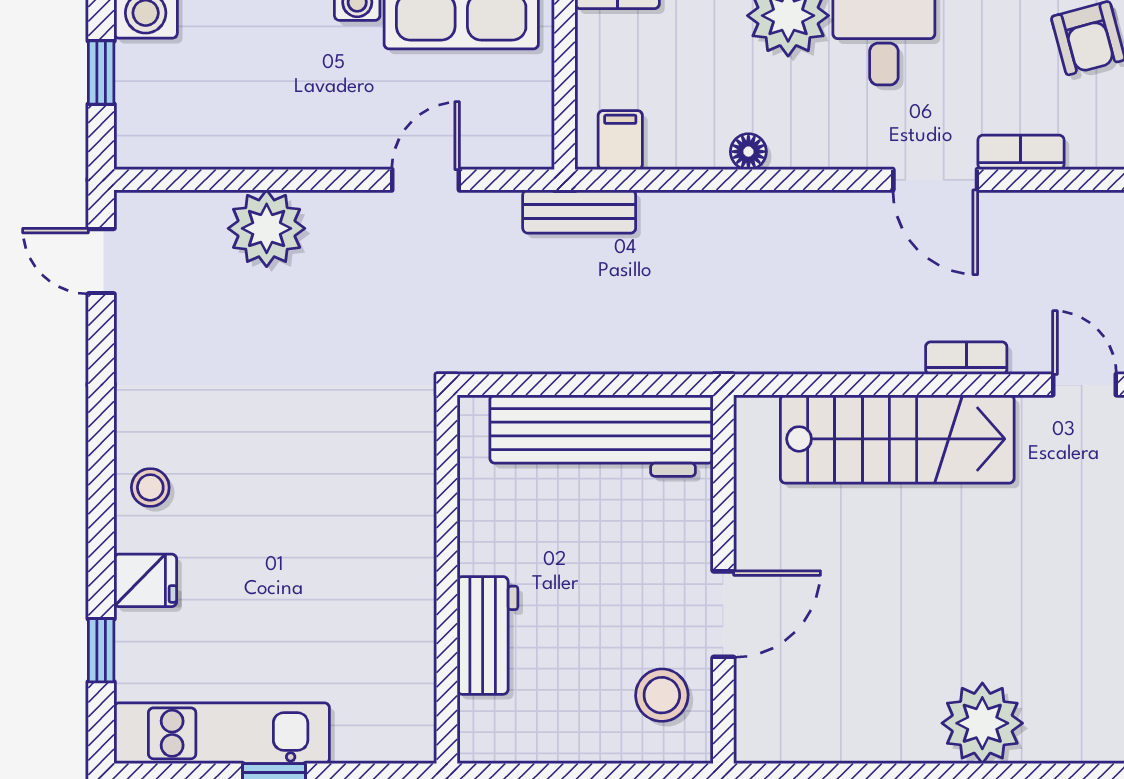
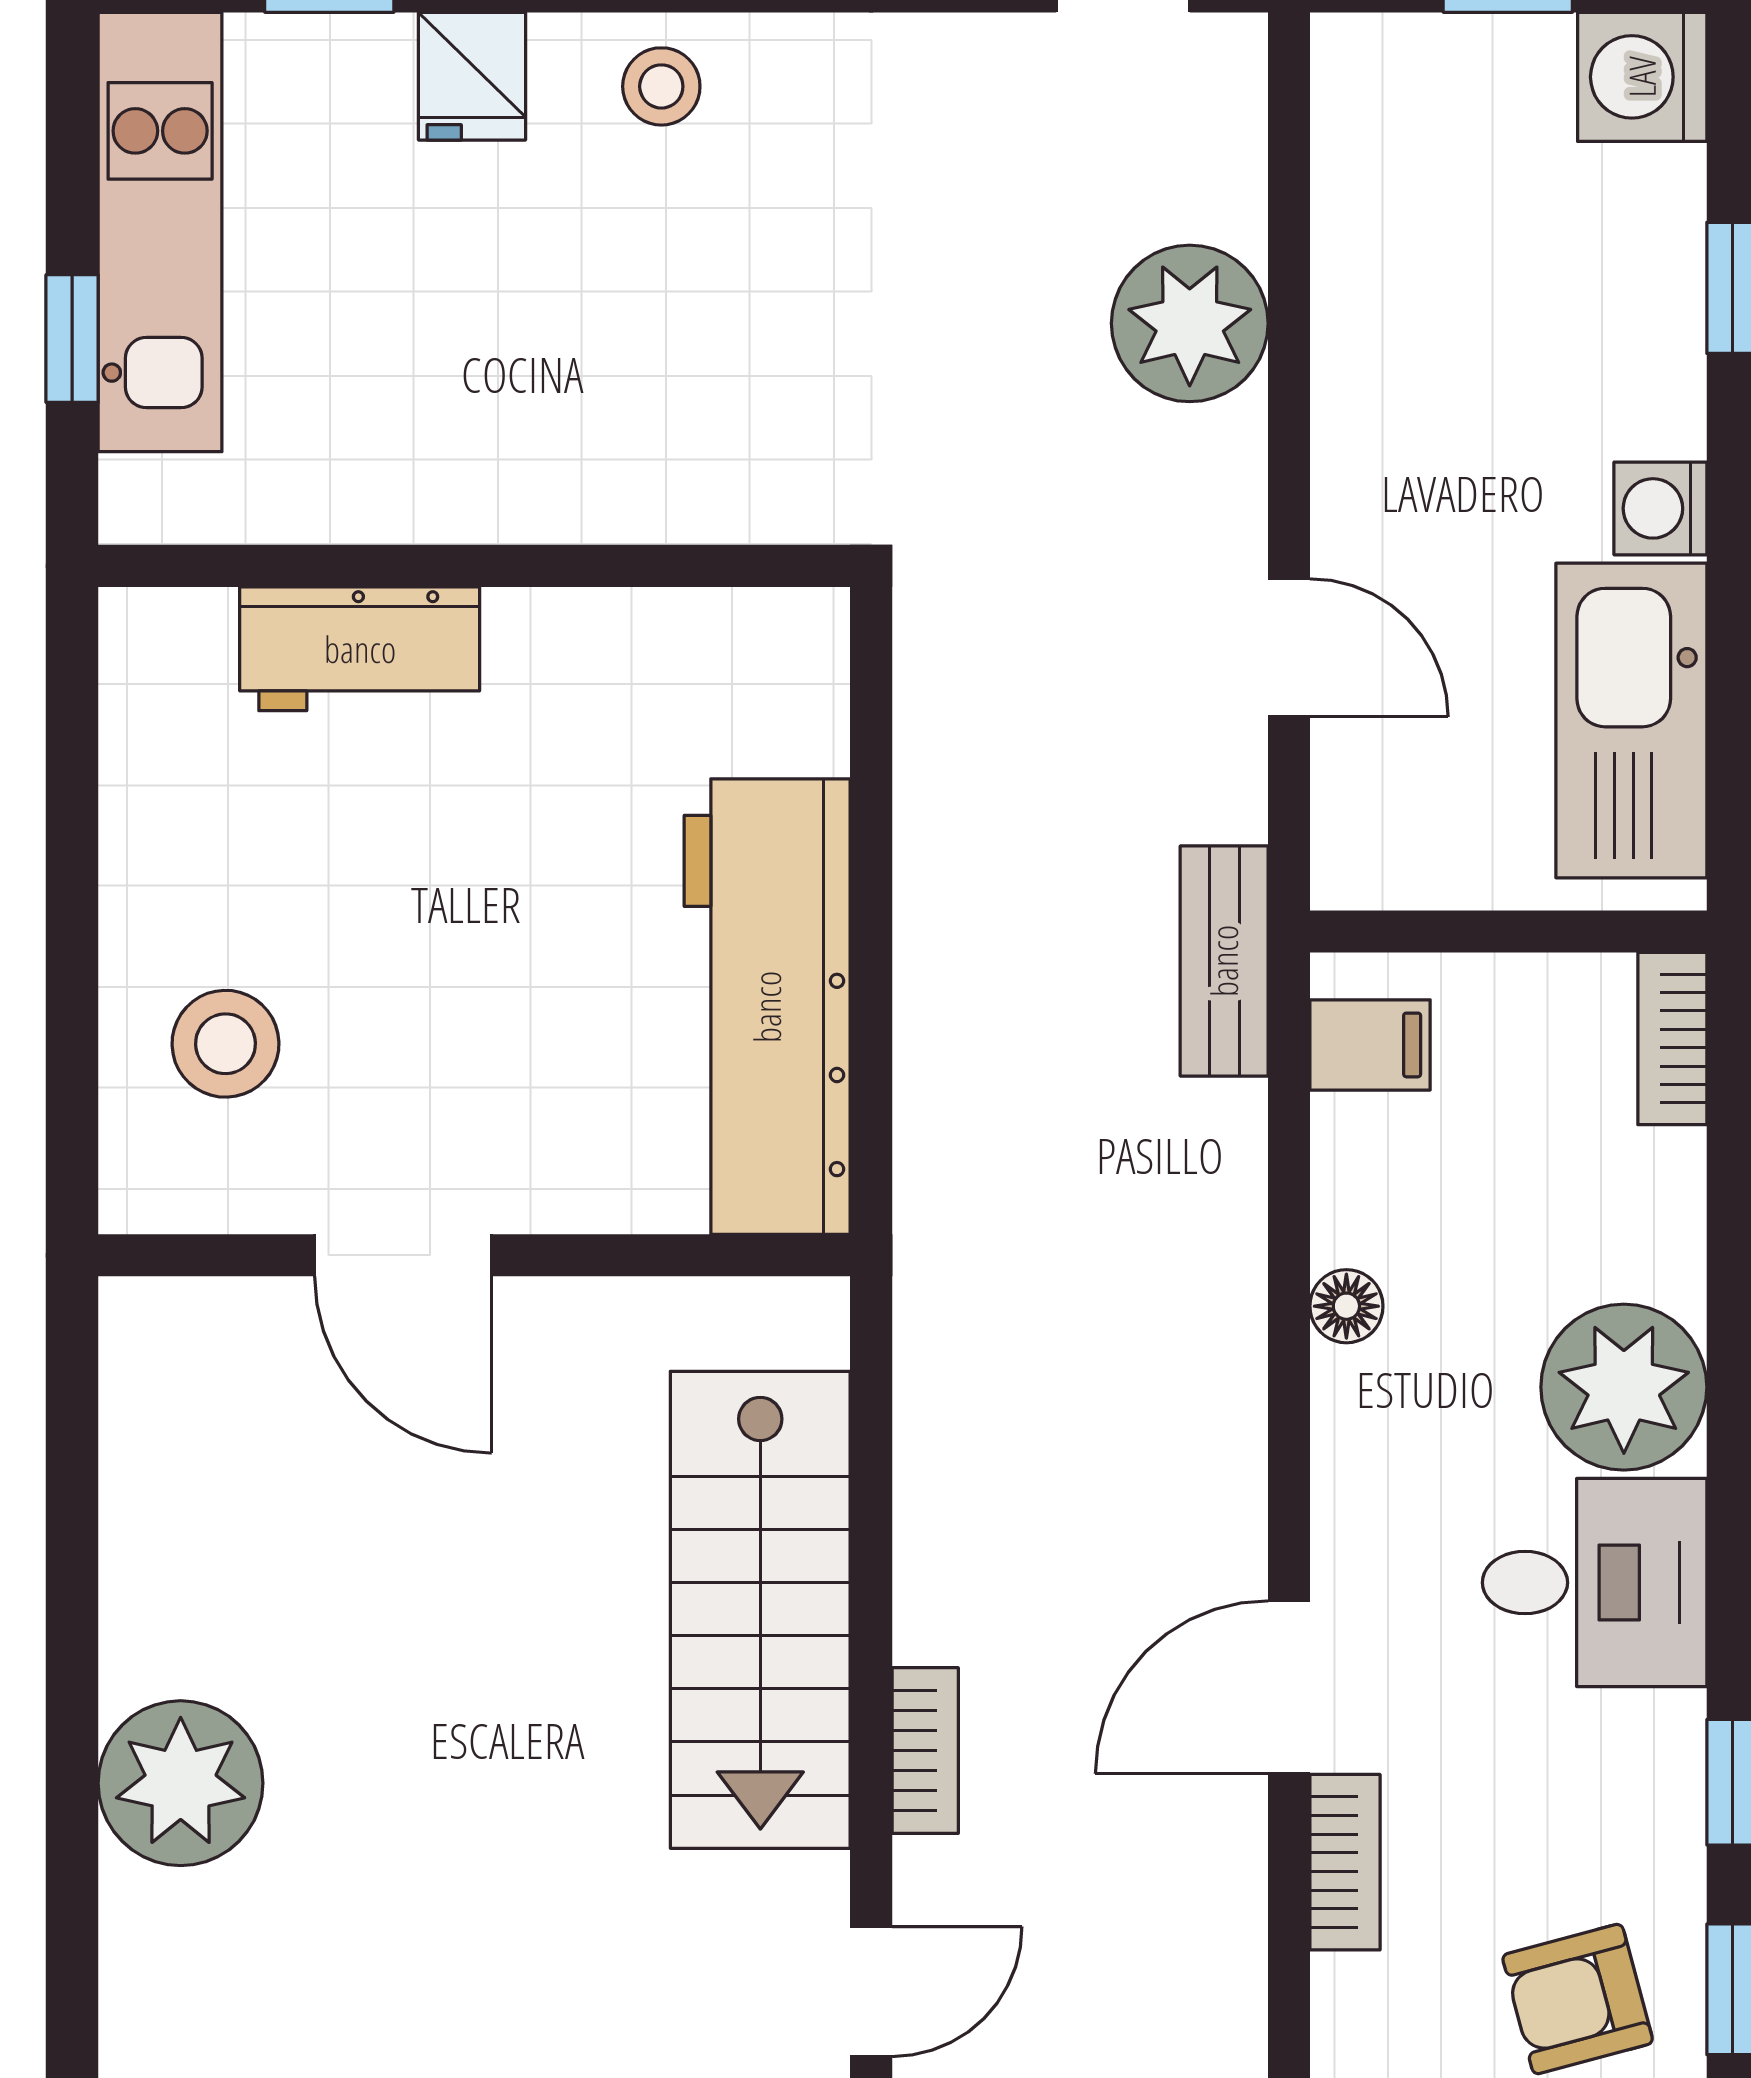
wall: (447, 579) -> (474, 566), moved
workbench: (487, 635) -> (360, 649), moved
stool: (662, 695) -> (225, 1044), moved

